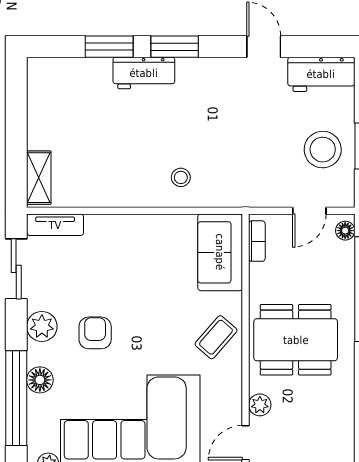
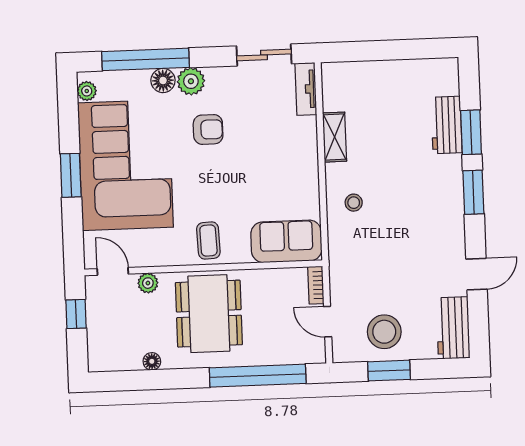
workbench: (144, 73) -> (447, 125), moved
shelving: (39, 178) -> (335, 137), moved, turned 90
floor lamp: (345, 231) -> (152, 361), moved
bookcase: (257, 241) -> (316, 285), moved, turned 90
plant: (42, 326) -> (191, 81), moved
coffee table: (216, 337) -> (208, 241), turned 47

